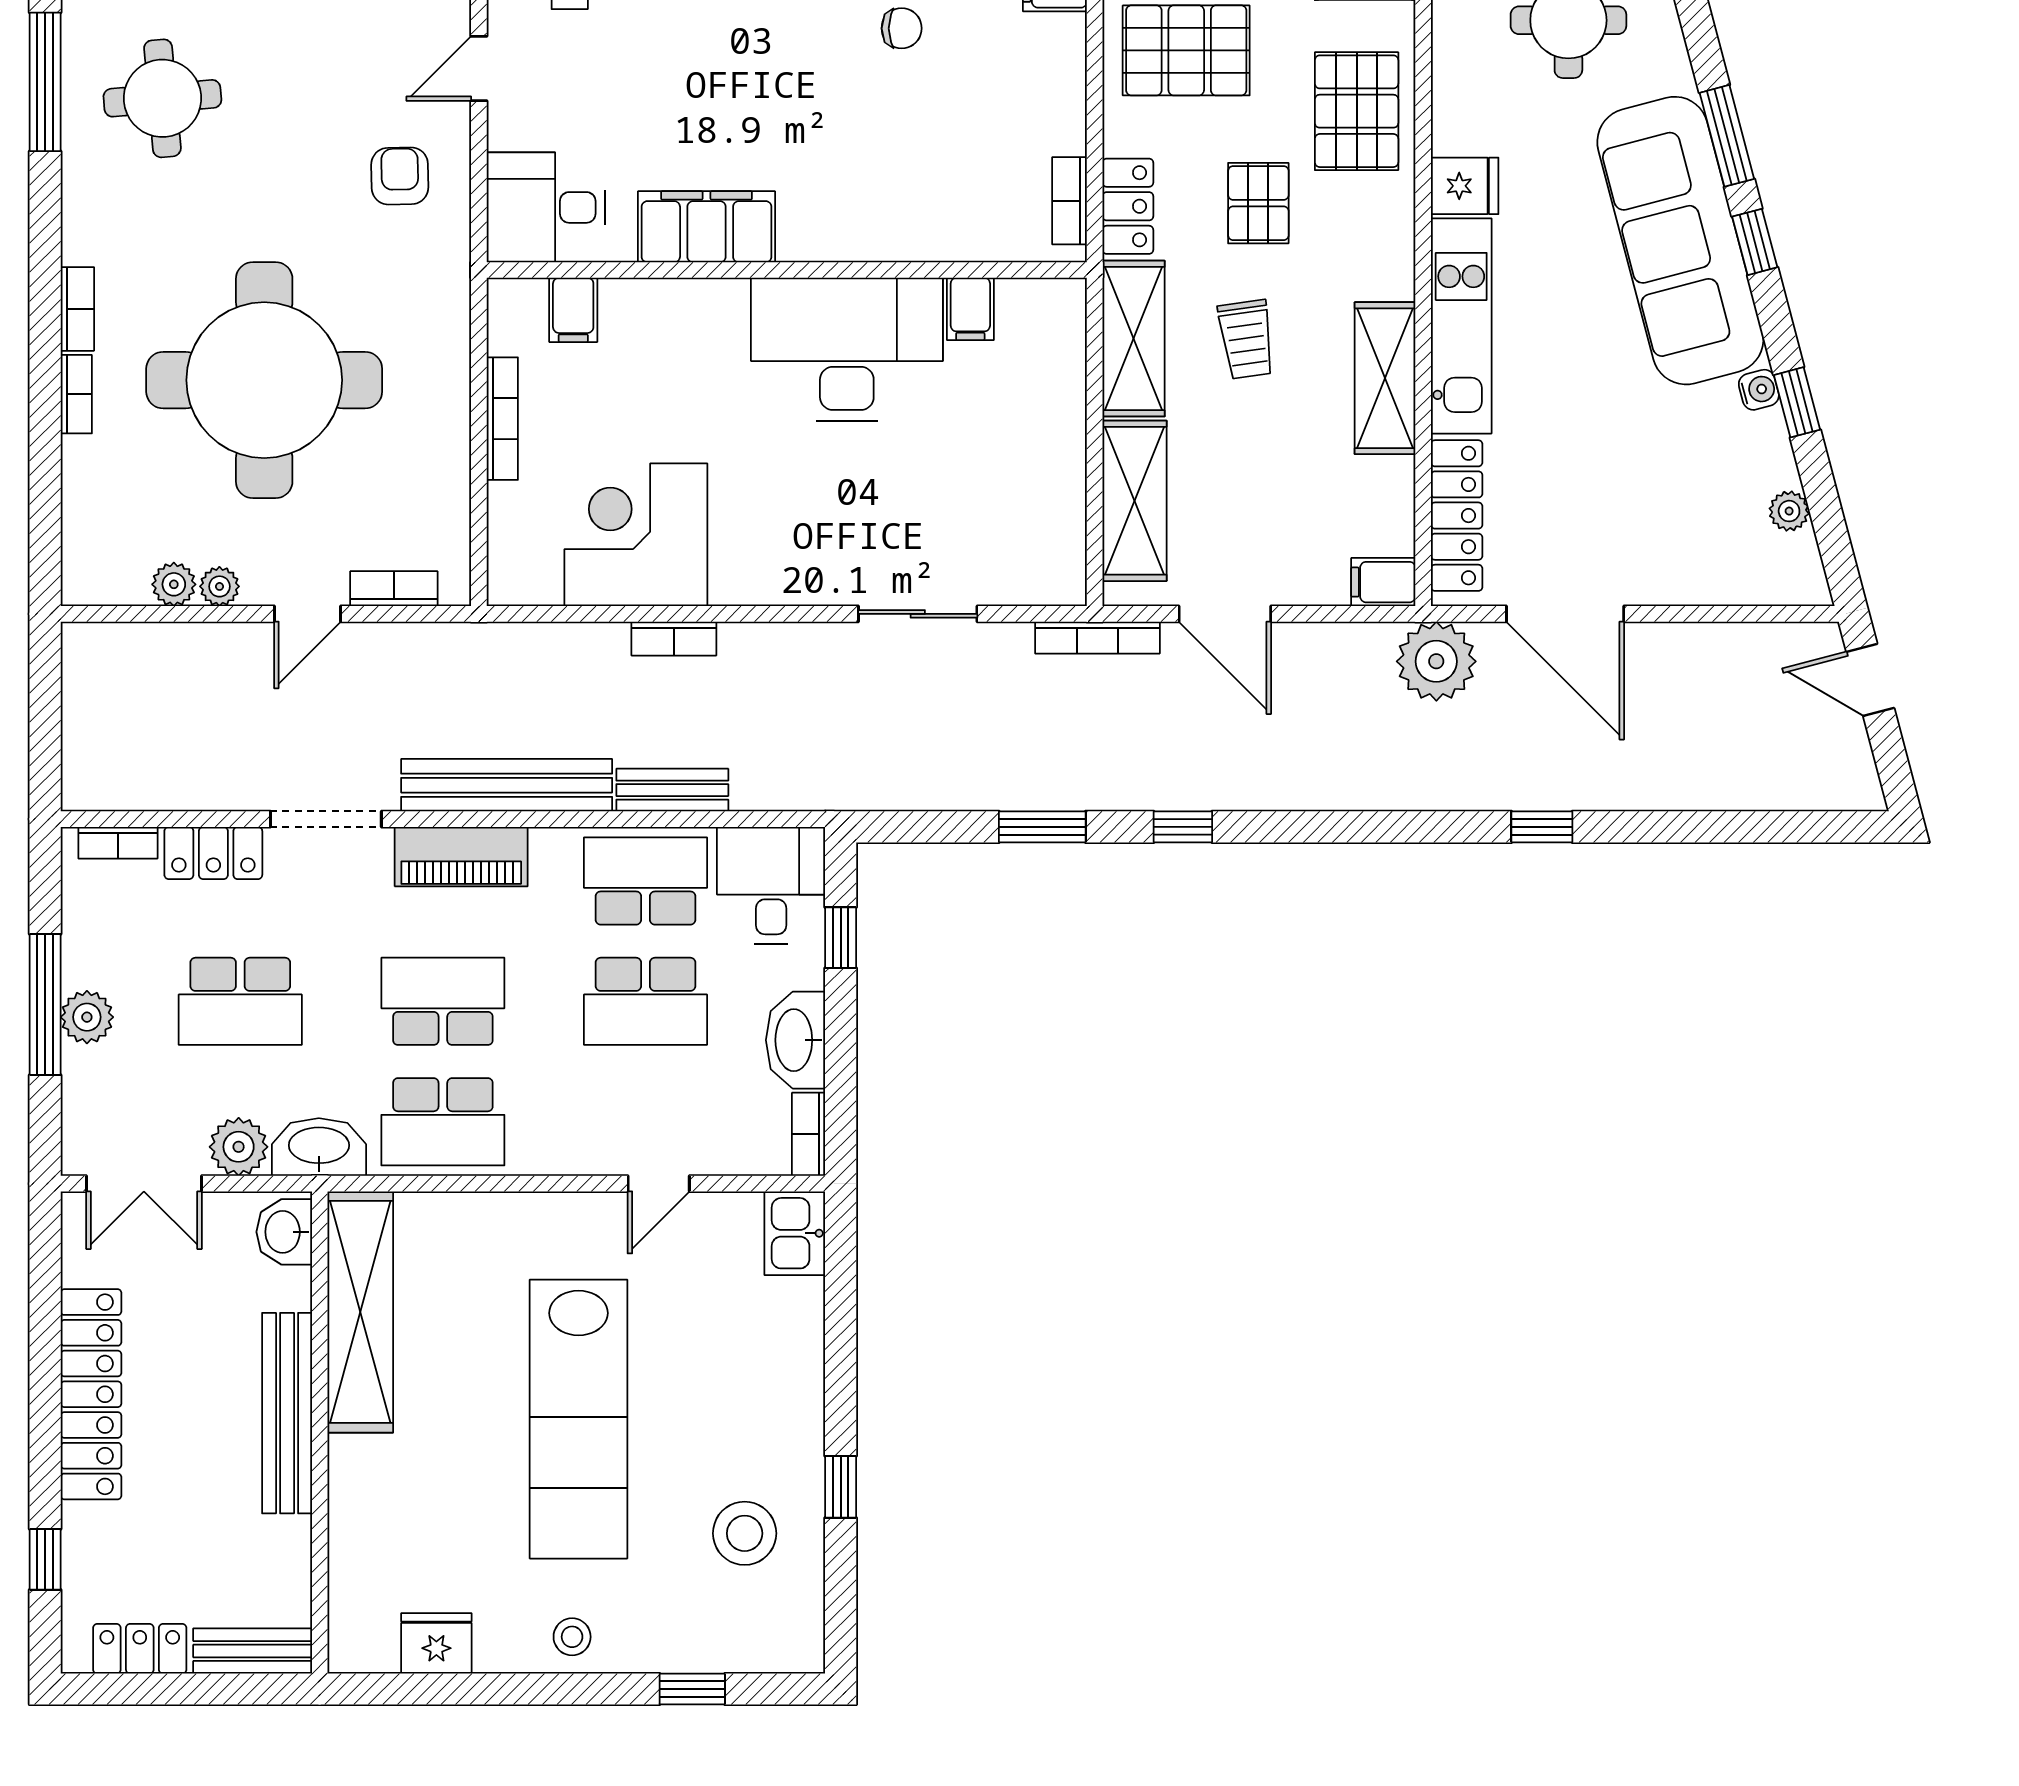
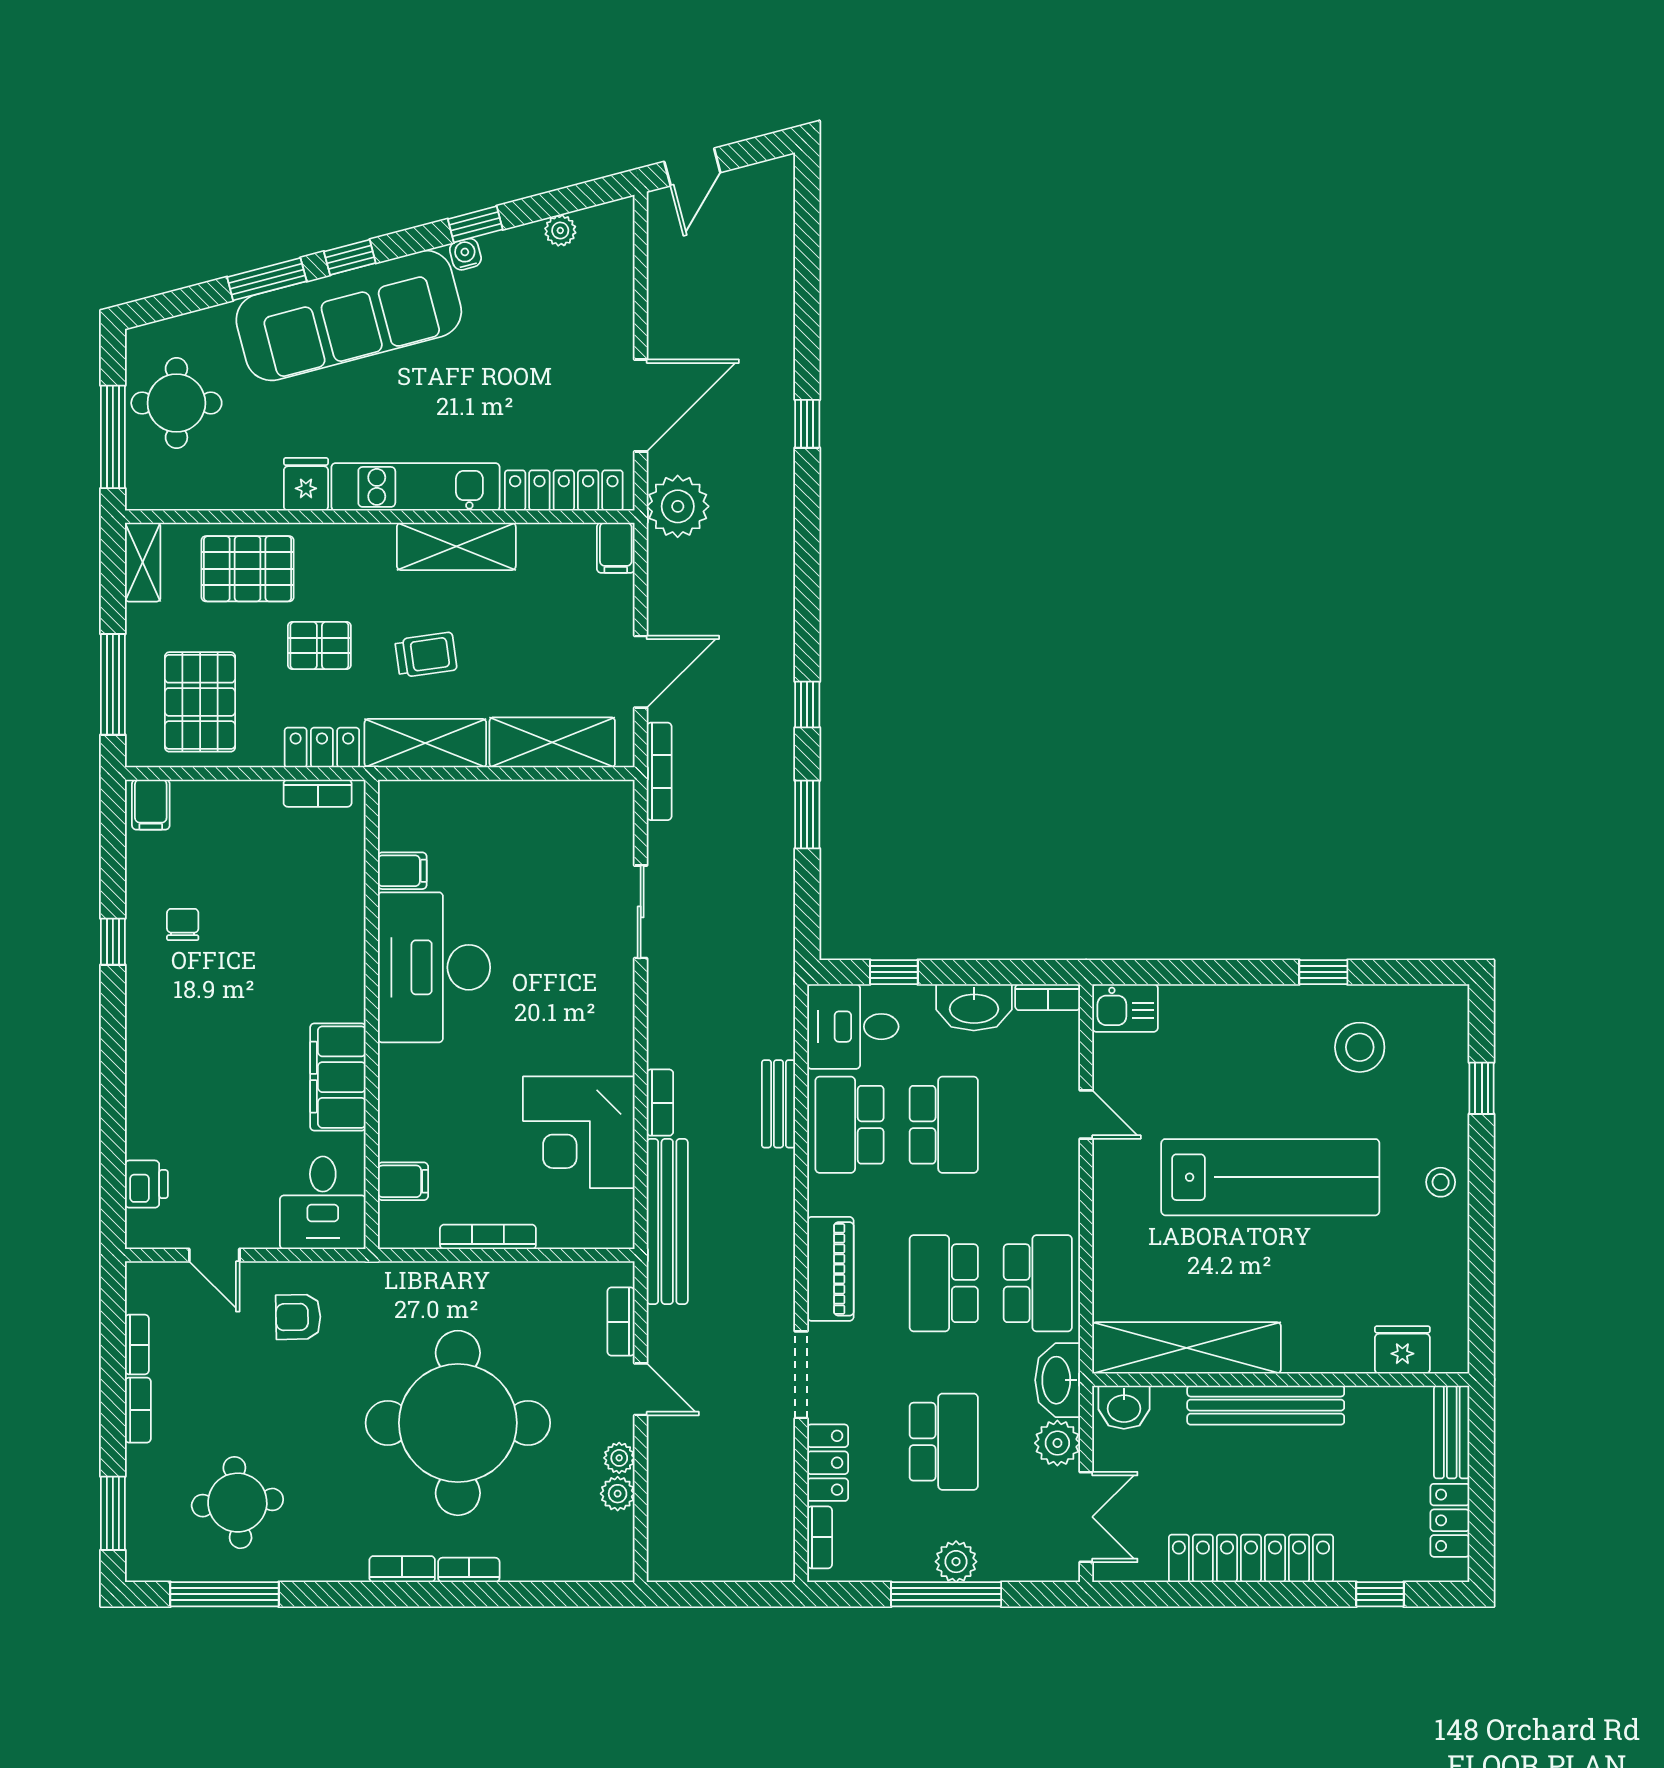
bench: (507, 785) -> (667, 1221), moved
fridge: (436, 1643) -> (1402, 1350), moved, turned 90

